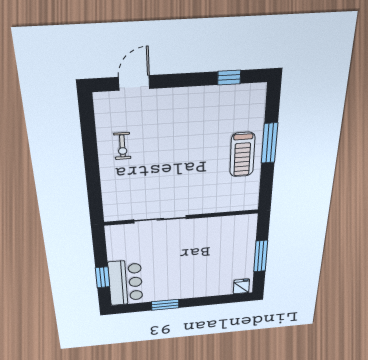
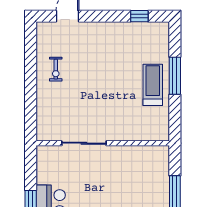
treadmill: (242, 155) -> (153, 85), turned 180

